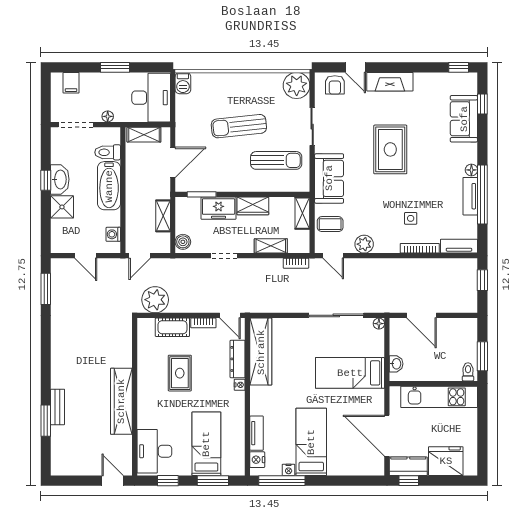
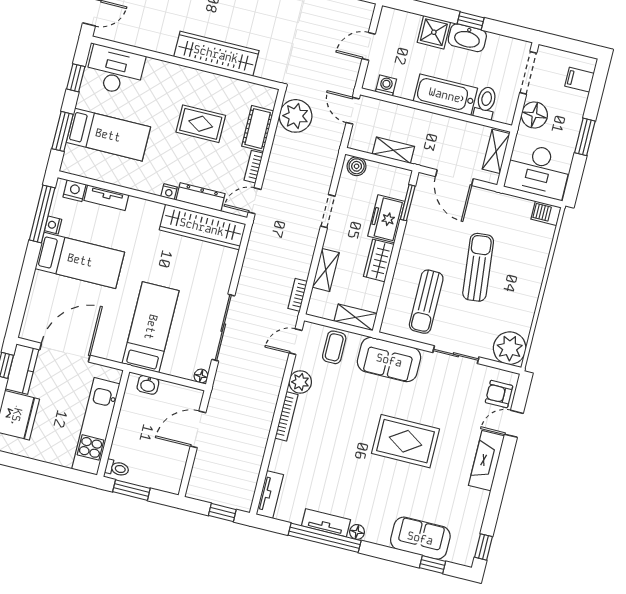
floor lamp: (108, 116) -> (534, 115), width x1.89, depth x1.89
side table: (411, 218) -> (317, 445), removed
bookcase: (420, 248) -> (286, 416), moved
wardrobe: (121, 401) -> (216, 54), moved

